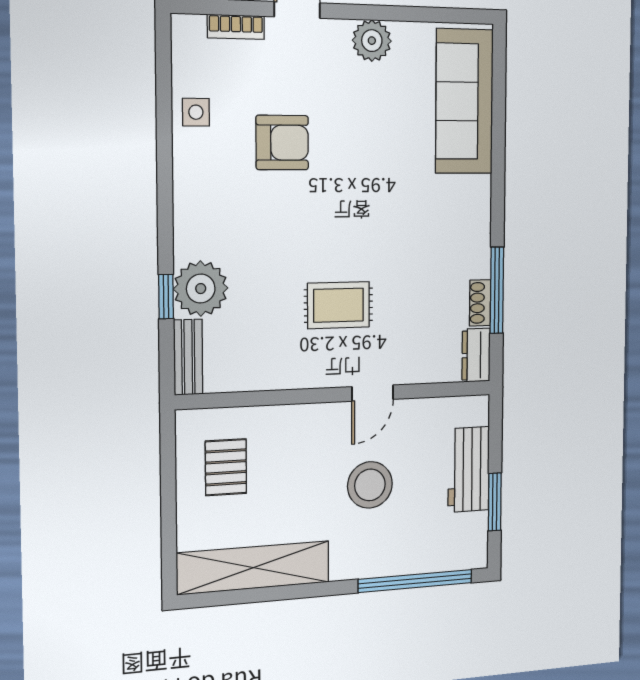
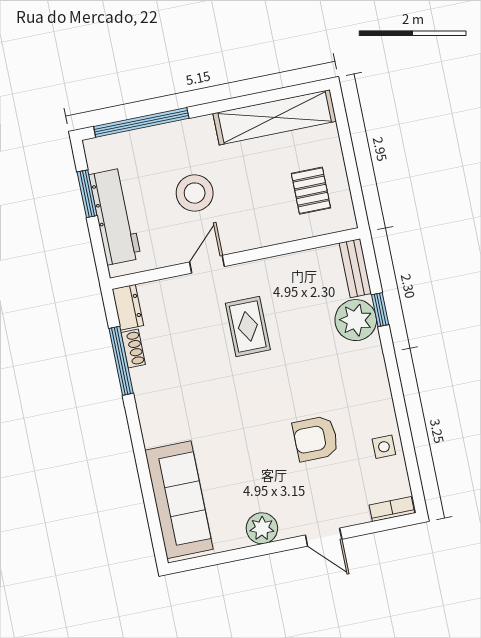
bookcase: (236, 27) -> (392, 509), moved
rug: (339, 305) -> (248, 326), turned 90
workbench: (469, 469) -> (115, 217), width x1.38

